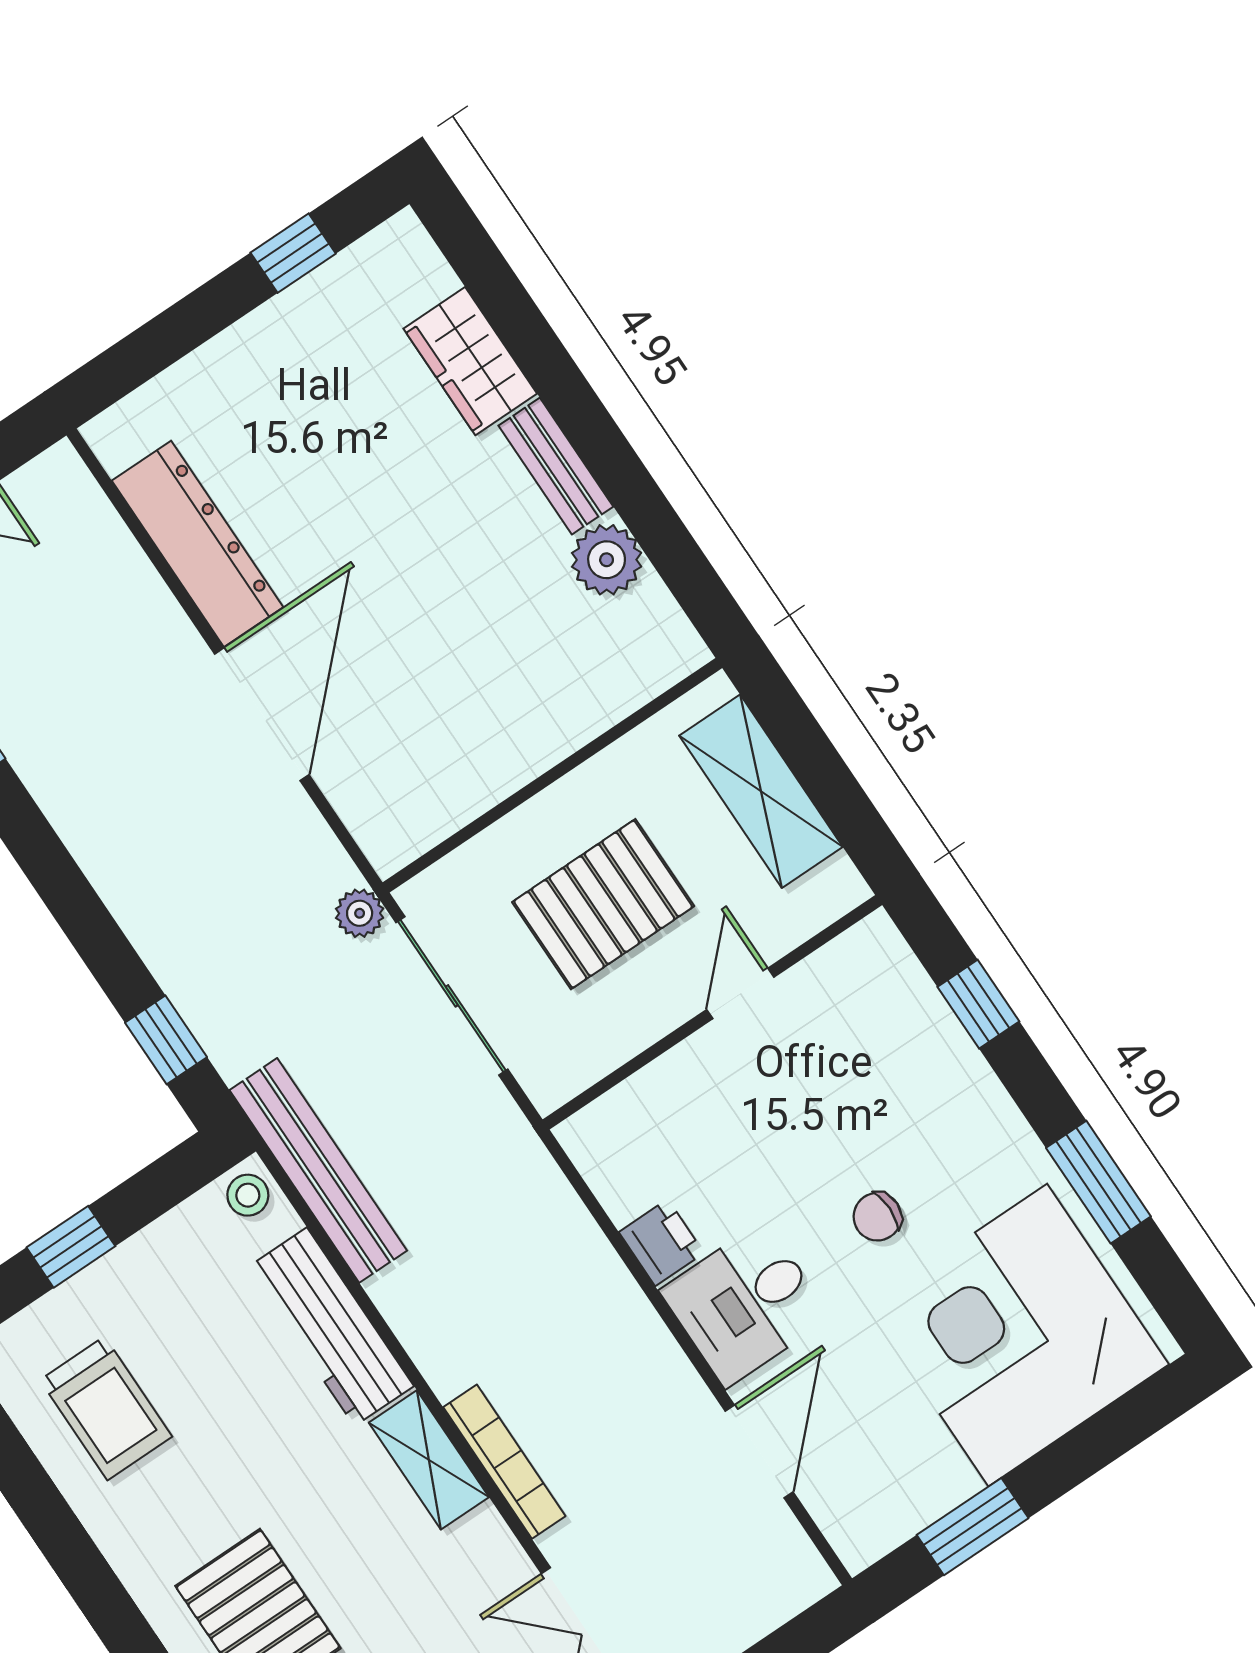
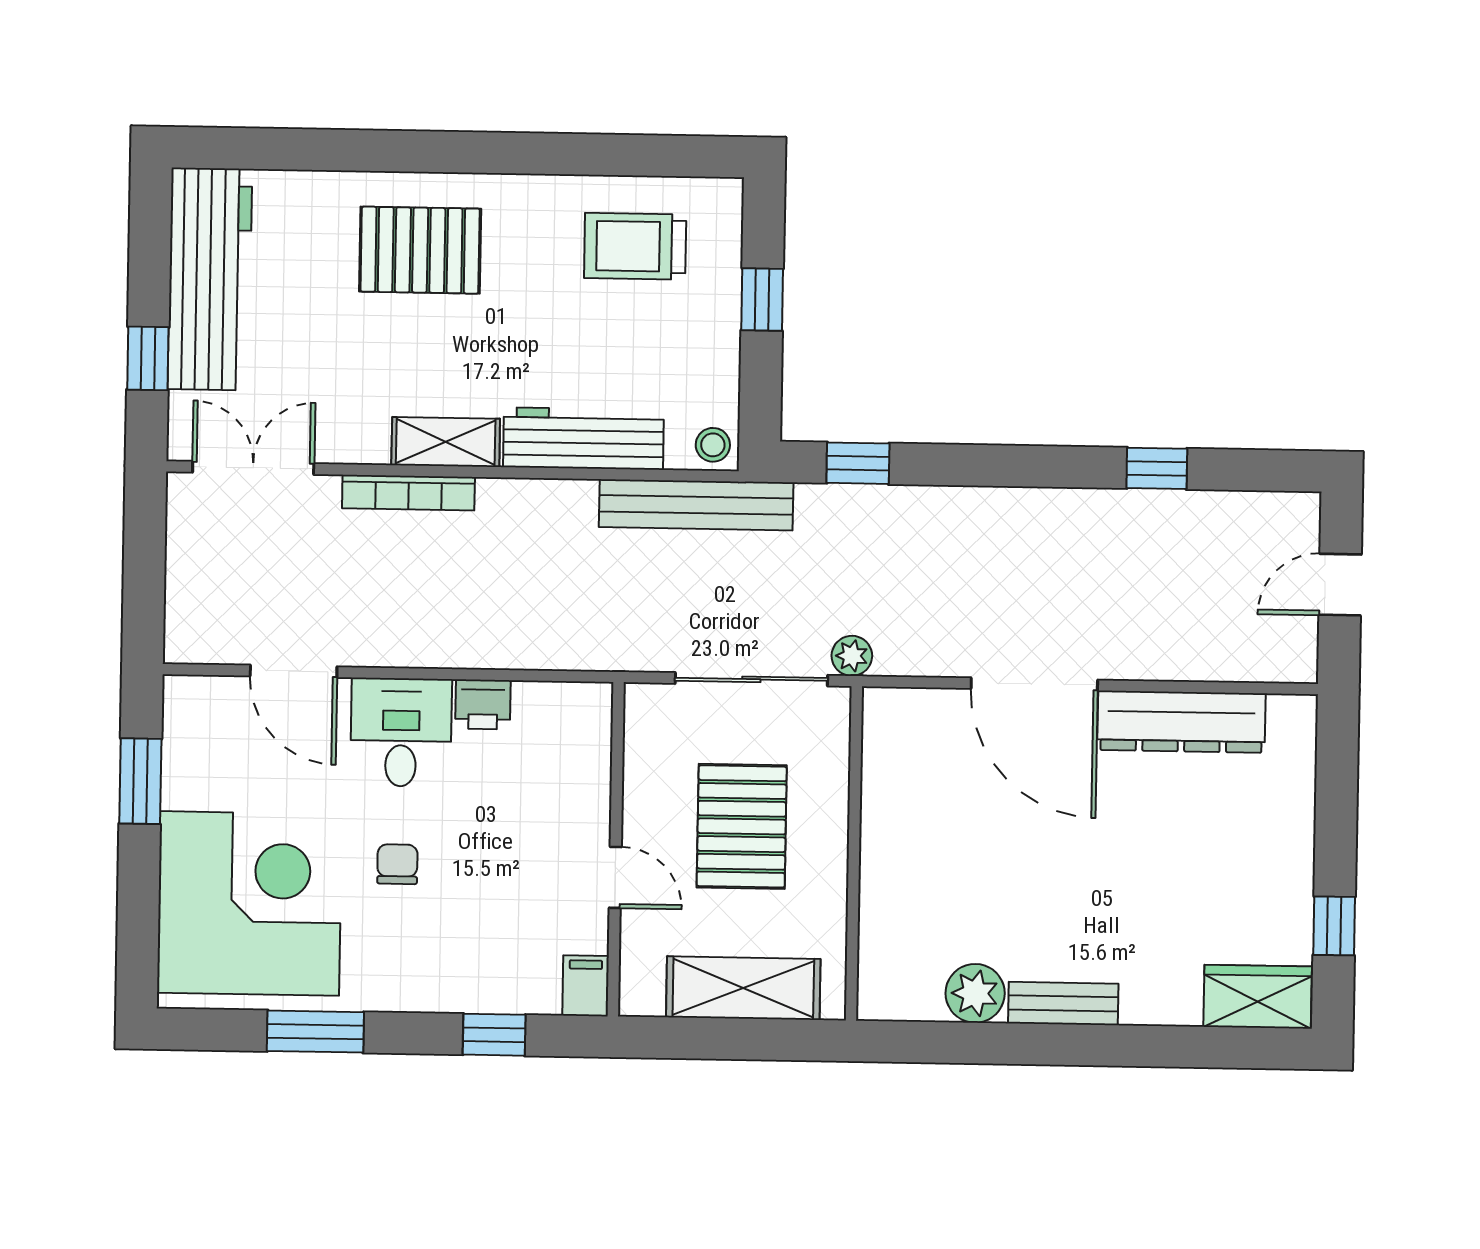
wardrobe: (470, 361) -> (1258, 997), moved
filing cabinet: (867, 948) -> (586, 986), added

